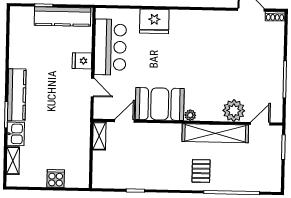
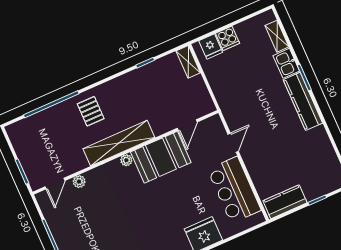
kitchen counter: (63, 17) -> (285, 202), width x0.67
fridge: (82, 61) -> (211, 46), moved, turned 90
door: (92, 88) -> (233, 143), swing flipped
plant: (234, 111) -> (79, 182), width x0.53, depth x0.53
shelving: (215, 133) -> (119, 143), moved
shelving: (99, 136) -> (188, 62), moved

